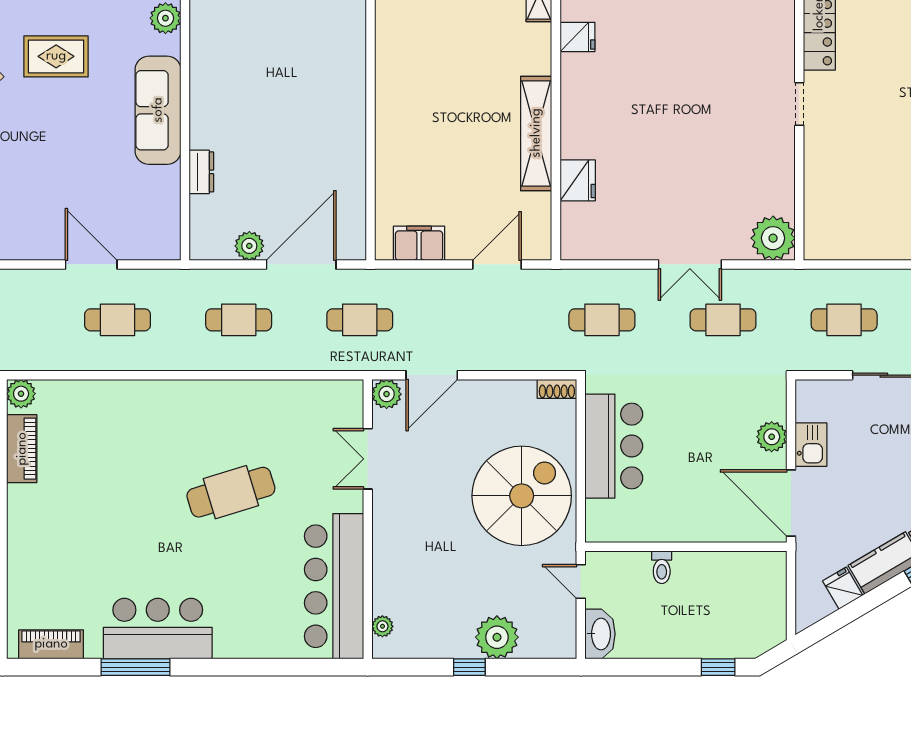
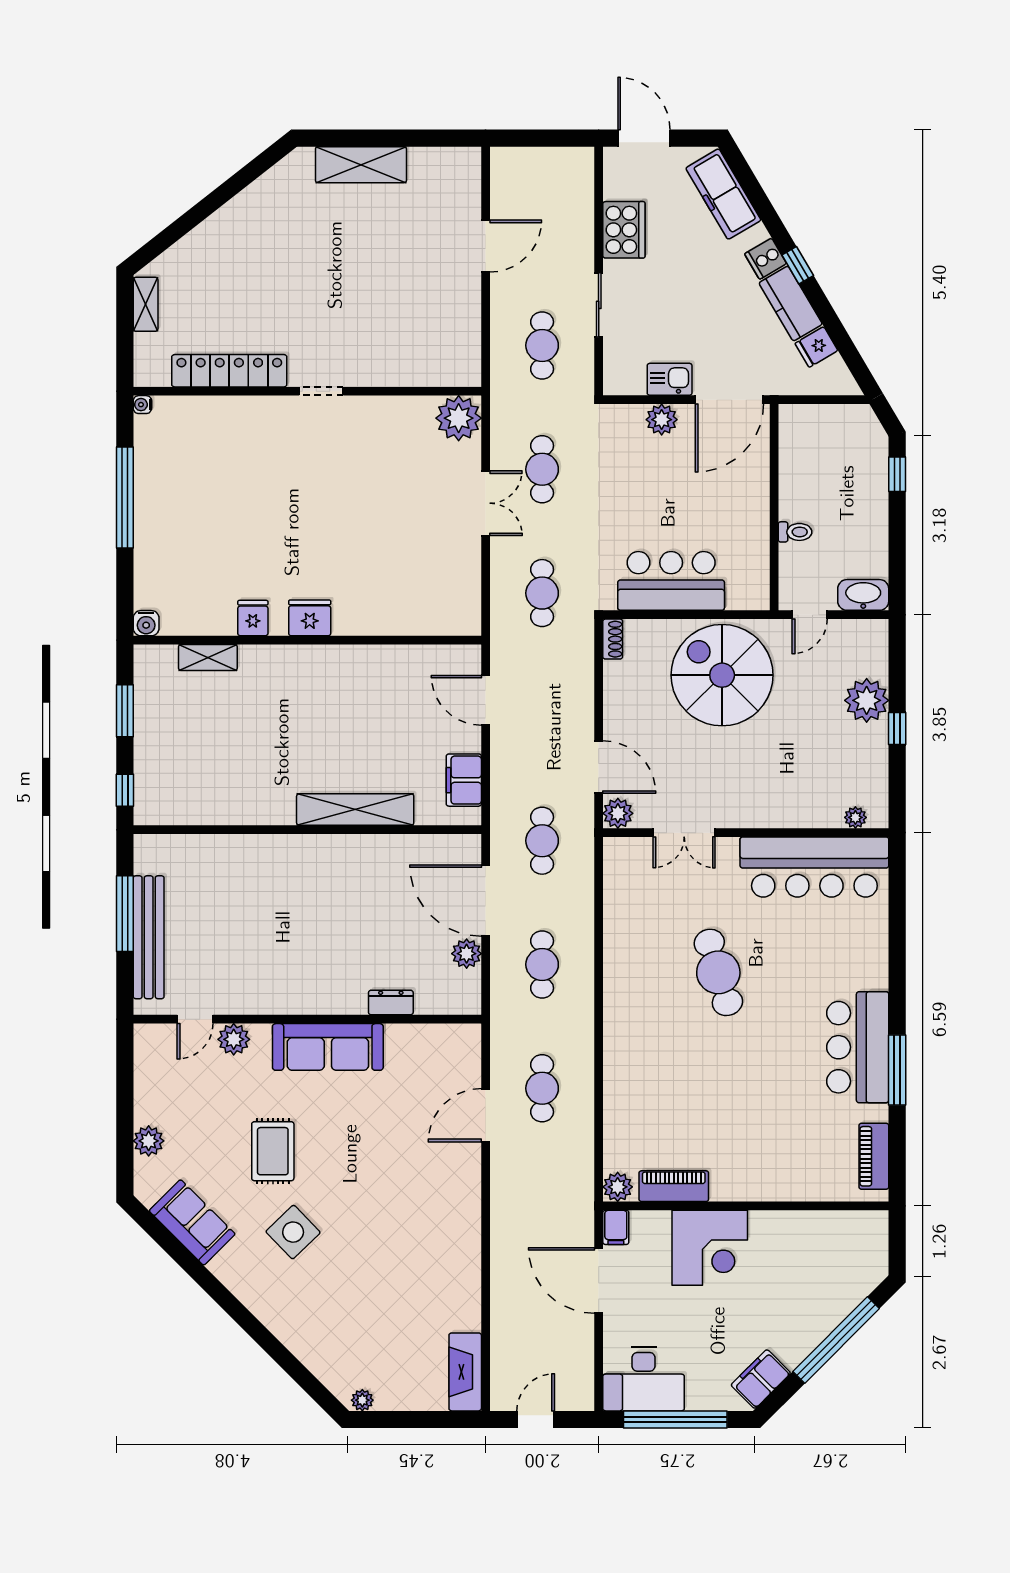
shelving: (536, 133) -> (355, 810), moved
fridge: (578, 180) -> (310, 618), moved

